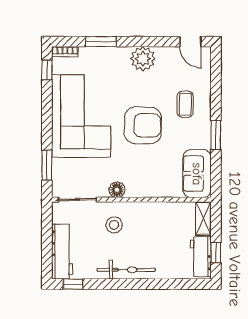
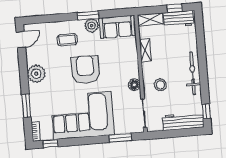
plant: (202, 139) -> (92, 26), added
shelving: (162, 208) -> (145, 50), added

